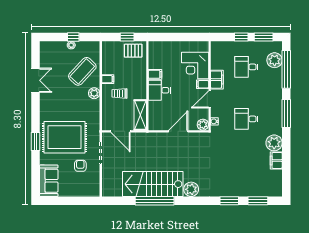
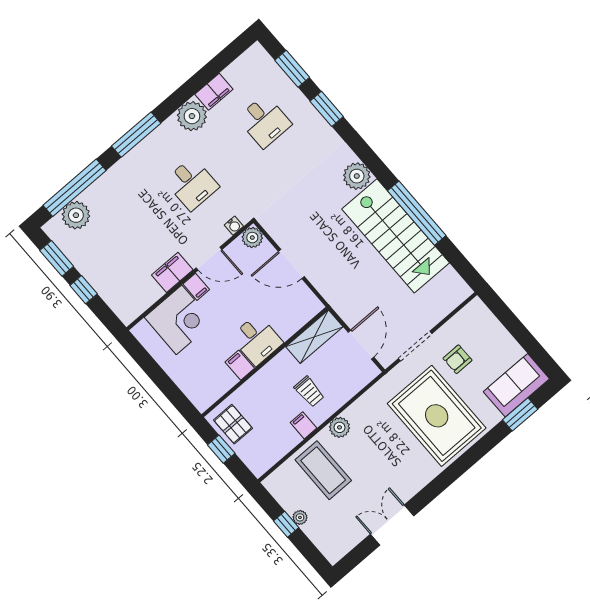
desk: (246, 67) -> (264, 121), moved
coffee table: (82, 71) -> (323, 470), turned 47
window: (35, 142) -> (520, 414), moved

